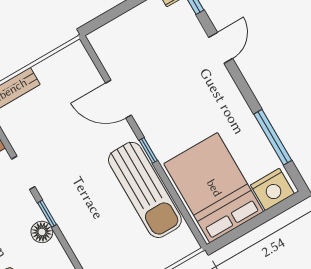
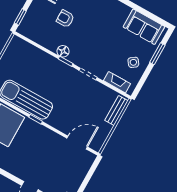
door: (118, 99) -> (77, 143), moved

